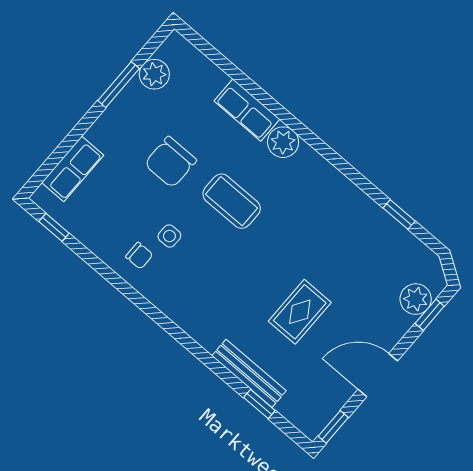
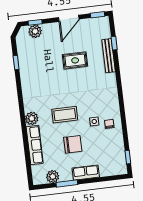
row of seats: (247, 110) -> (35, 145), width x1.48
row of seats: (73, 169) -> (86, 173), moved
coffee table: (232, 201) -> (65, 115), turned 90
door: (378, 375) -> (69, 18), hinge flipped

